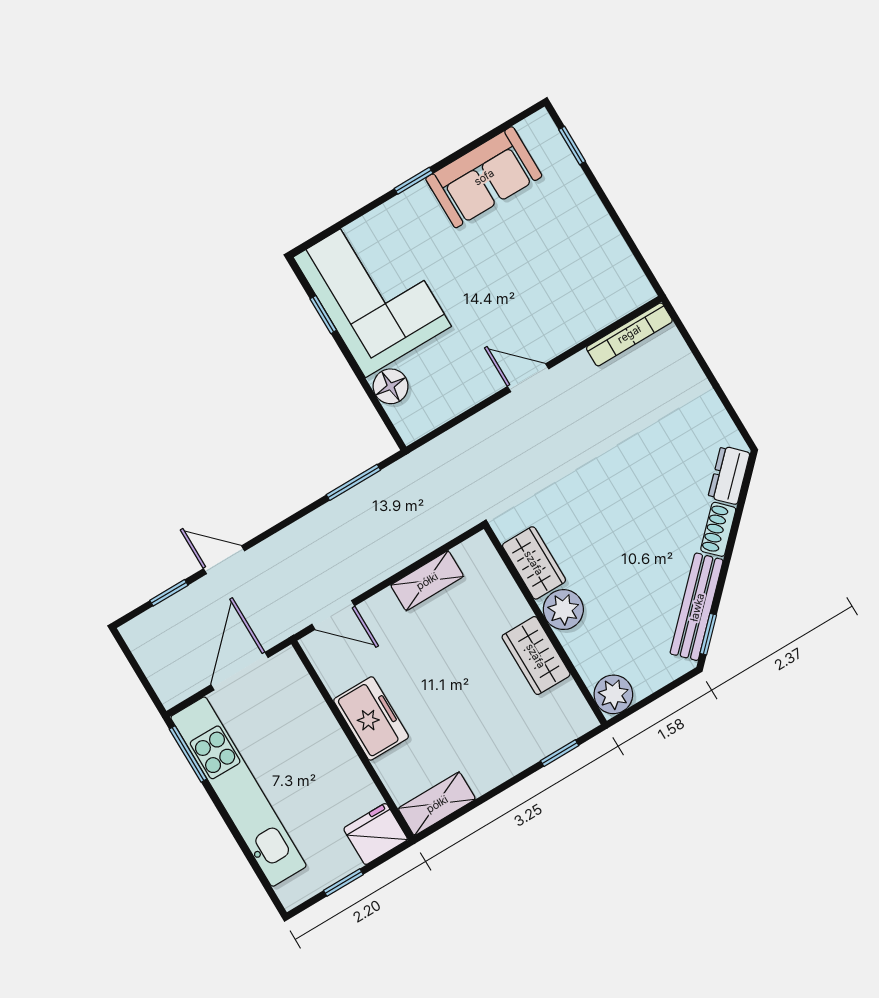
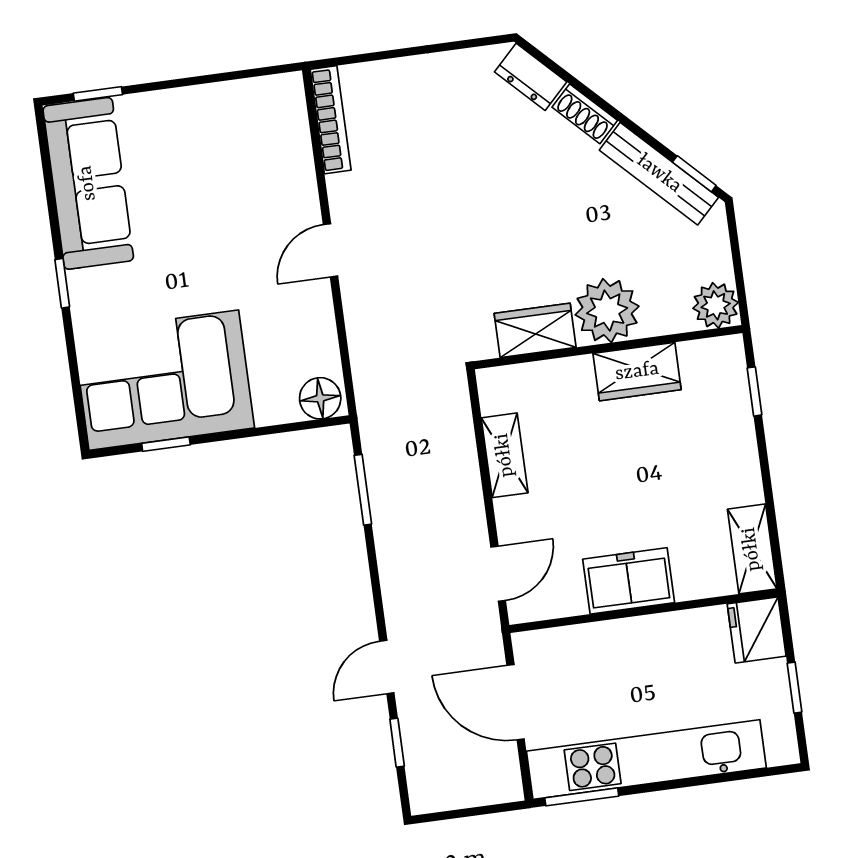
sofa: (484, 177) -> (88, 183), width x1.36
floor lamp: (391, 386) -> (320, 398), moved
plant: (563, 610) -> (607, 311), width x1.36, depth x1.36

